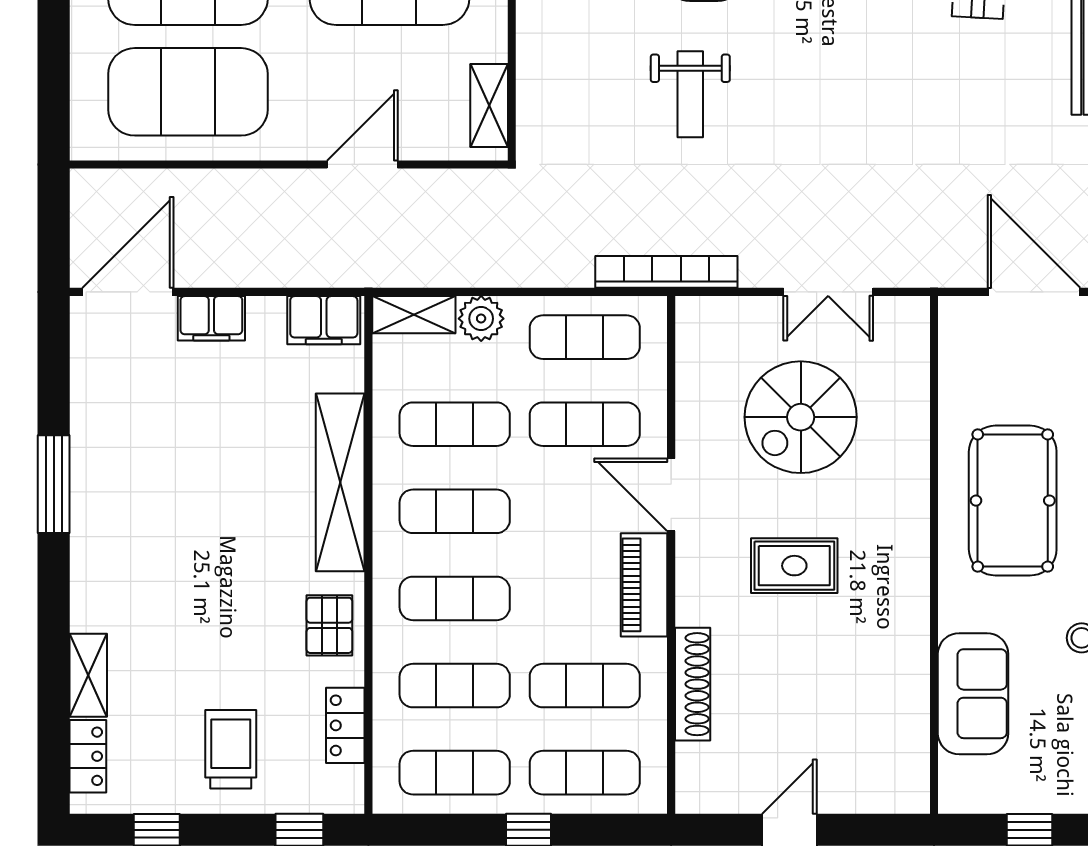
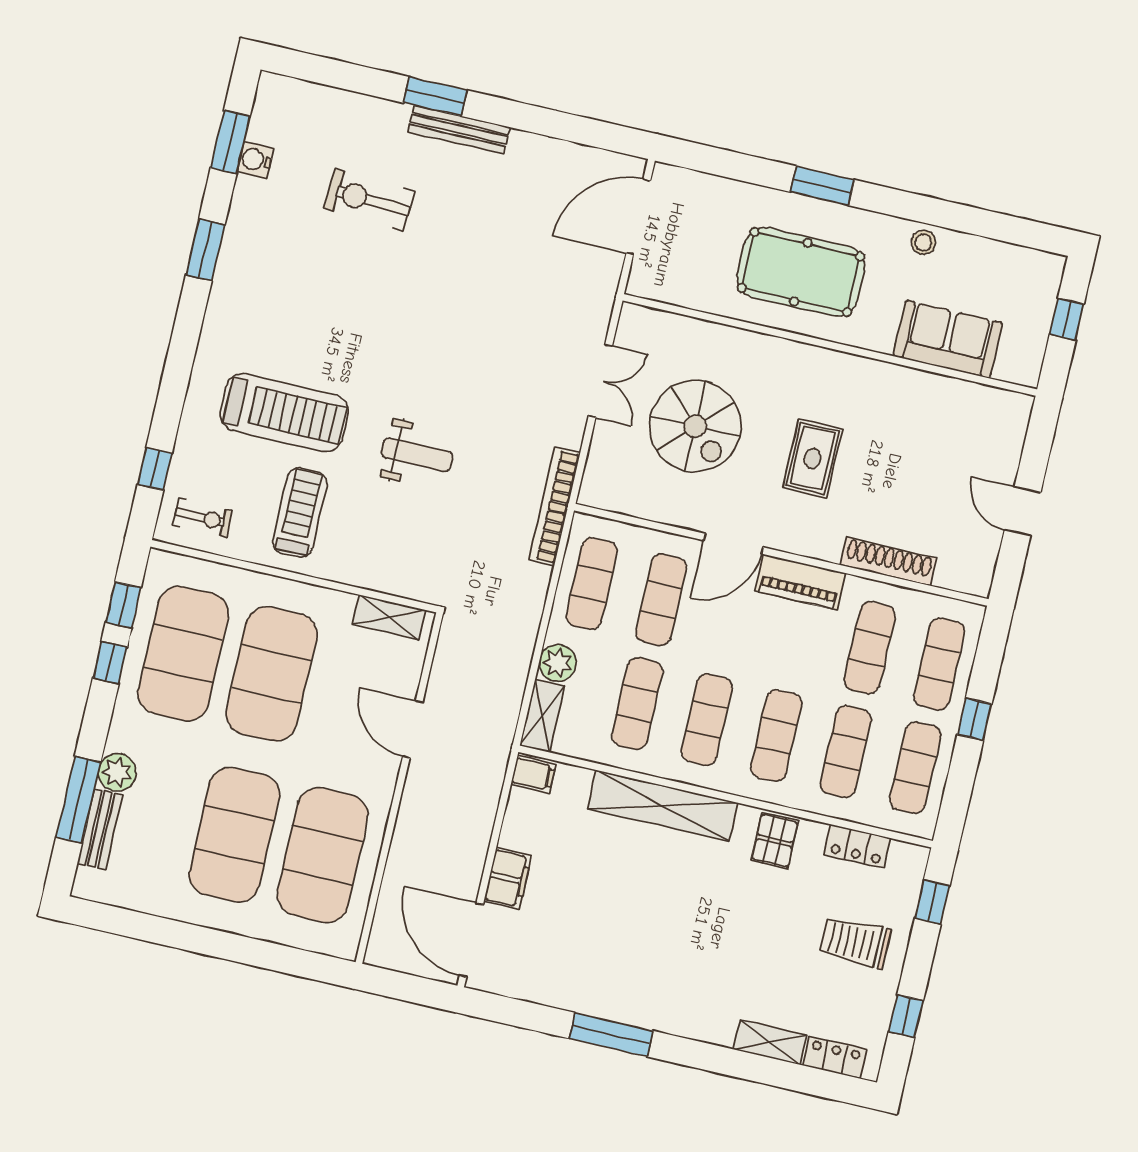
filing cabinet: (324, 320) -> (533, 774), width x0.50
pallet: (329, 625) -> (775, 841), turned 90

